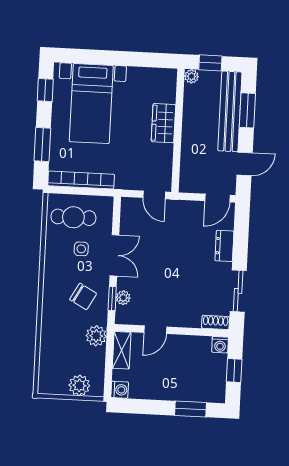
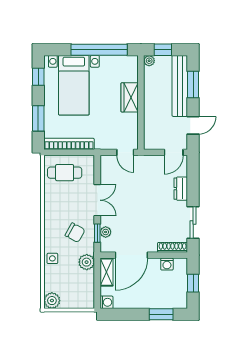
window: (127, 59) -> (99, 50), added
side table: (81, 249) -> (52, 258), moved
shoe rack: (216, 322) -> (173, 247), width x1.43
door: (155, 330) -> (131, 255), width x1.87
washing machine: (220, 345) -> (167, 264), moved
plant: (79, 385) -> (52, 301), moved

